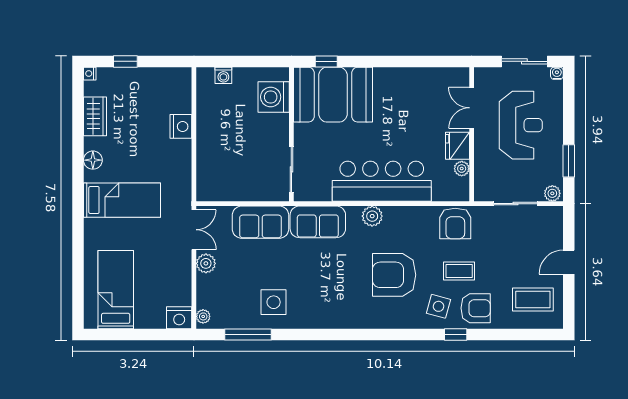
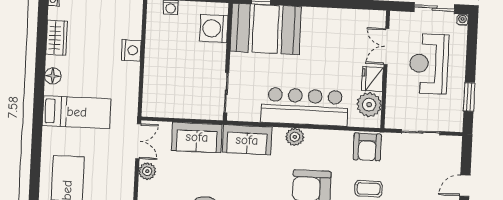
reception desk: (521, 125) -> (429, 64), turned 180
plant: (462, 169) -> (369, 105), width x1.88, depth x1.88
plant: (552, 193) -> (453, 125), removed

